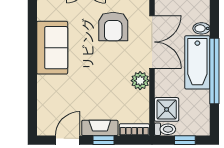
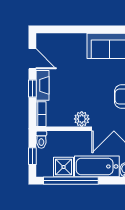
window: (214, 71) -> (71, 181), moved
shower: (167, 109) -> (64, 167), moved

